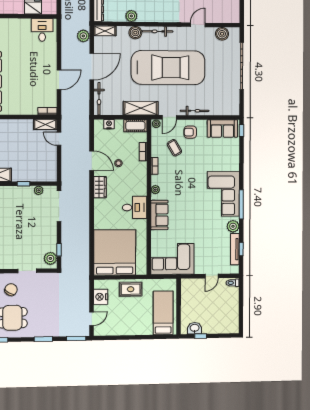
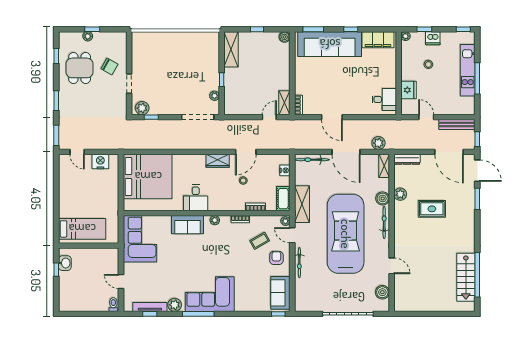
car: (168, 68) -> (346, 234), turned 180
rug: (131, 289) -> (108, 194), removed

